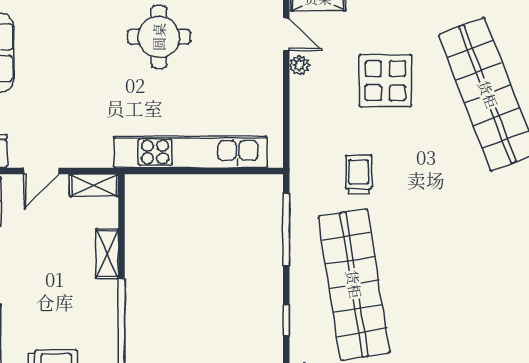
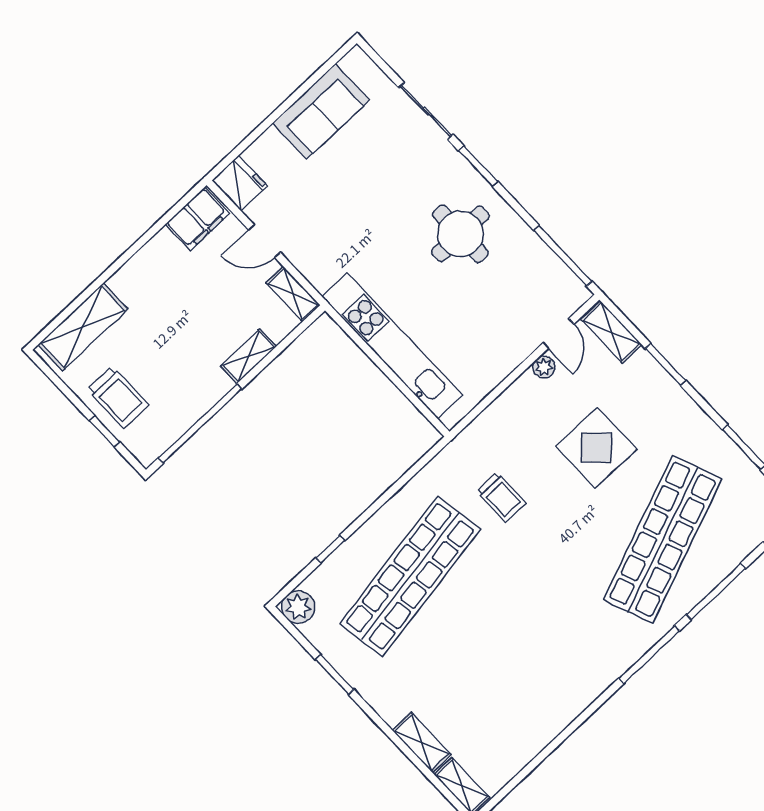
trolley: (359, 175) -> (501, 497), turned 90
window: (286, 229) -> (403, 481), removed

